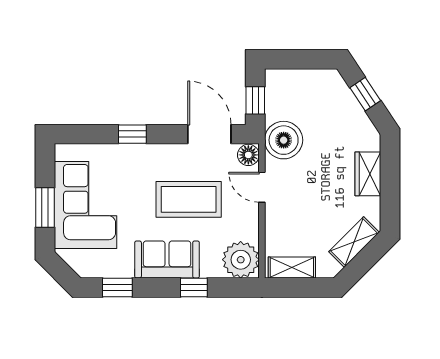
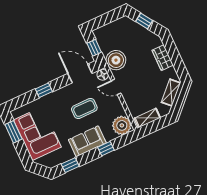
coffee table: (189, 199) -> (84, 109), width x0.73, depth x0.76
window: (45, 208) -> (14, 132), moved

